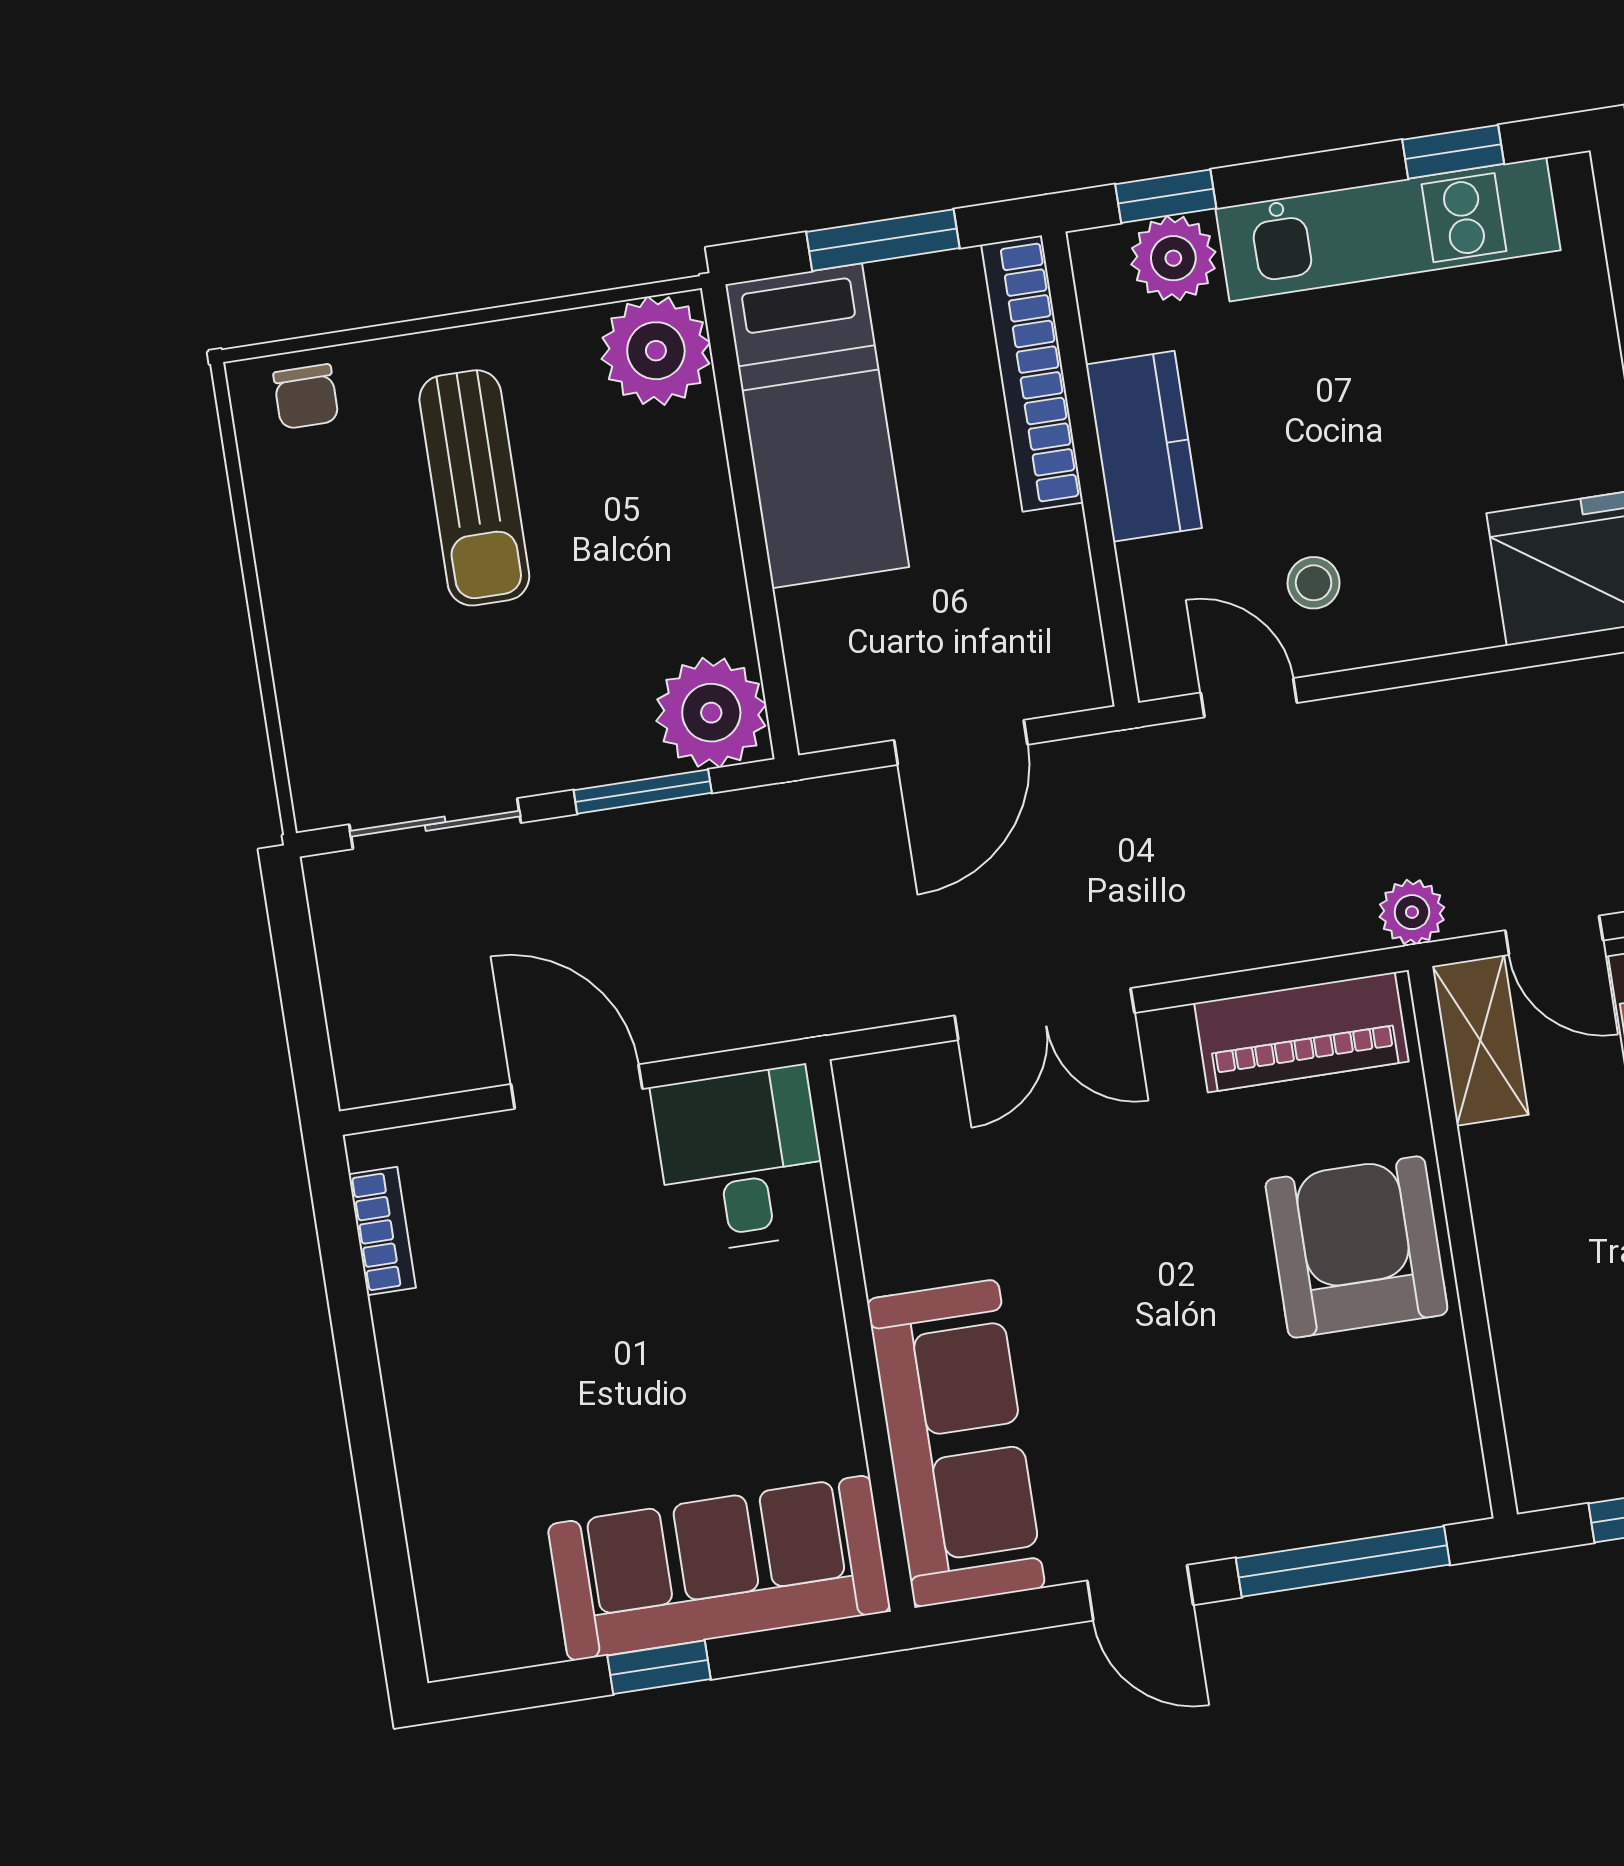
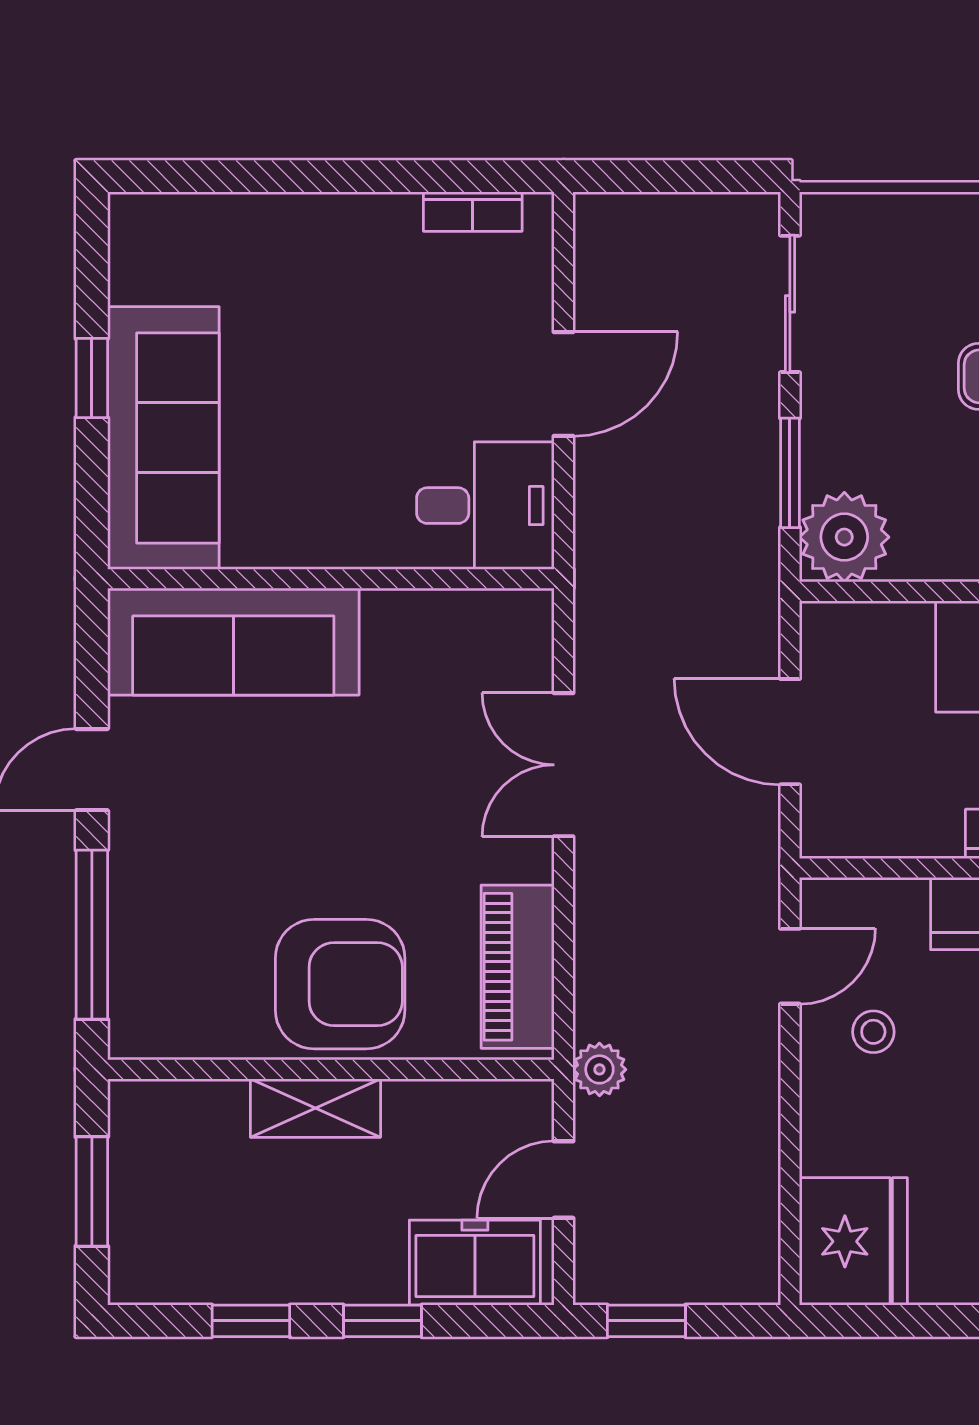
shelving: (1480, 1040) -> (315, 1108), moved

